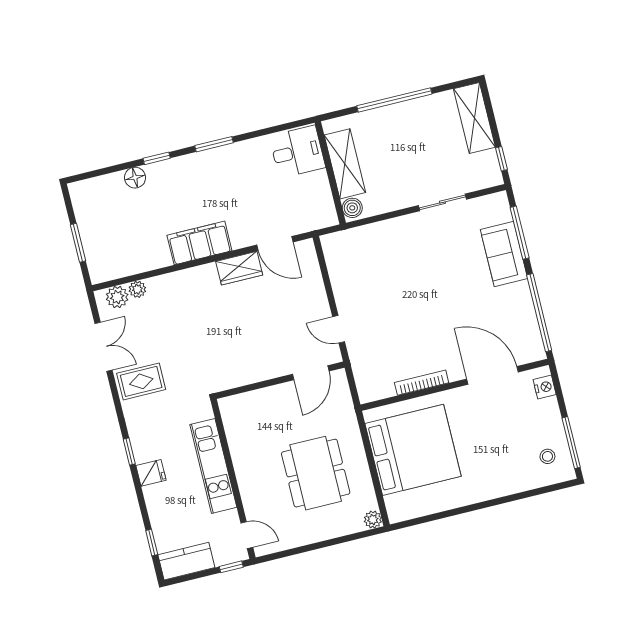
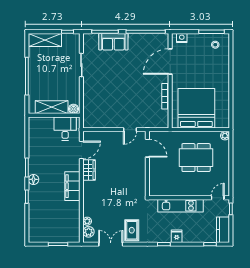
desk: (297, 152) -> (65, 129), moved
floor lamp: (135, 178) -> (33, 179), moved

